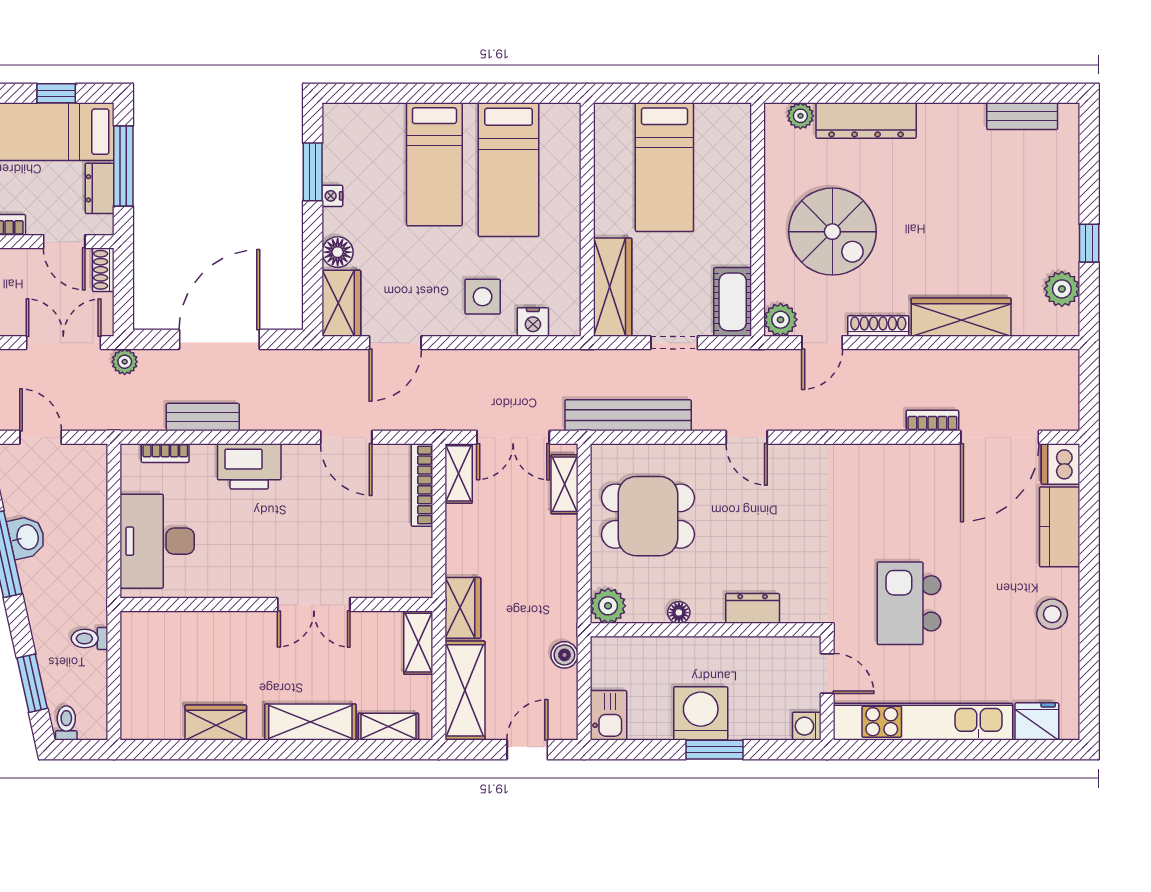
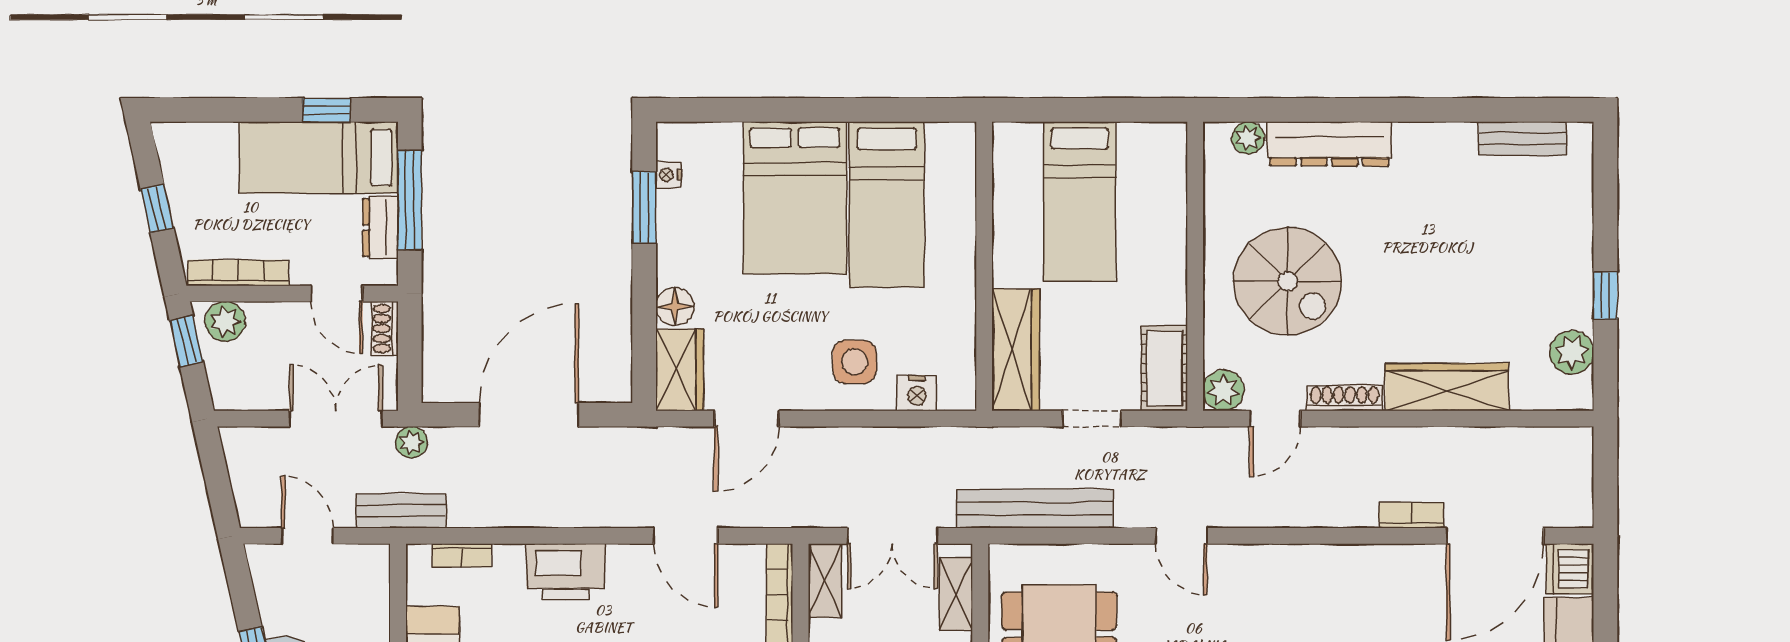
bed: (434, 164) -> (795, 198), width x1.50
nightstand: (332, 196) -> (669, 175), moved
bench: (203, 417) -> (401, 511), moved

